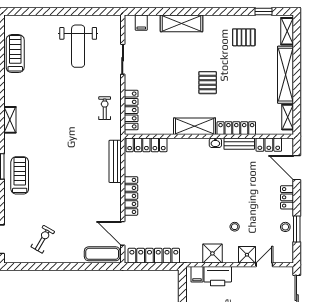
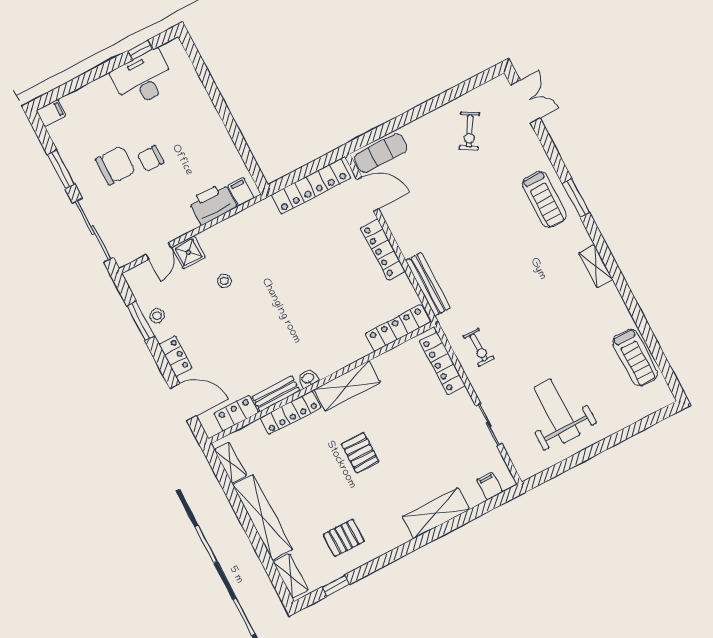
shower: (212, 253) -> (235, 230), removed

